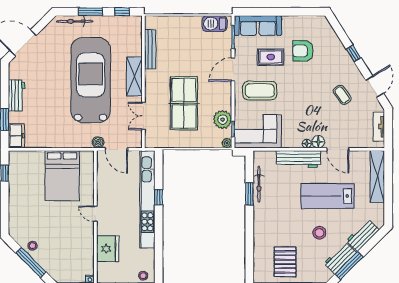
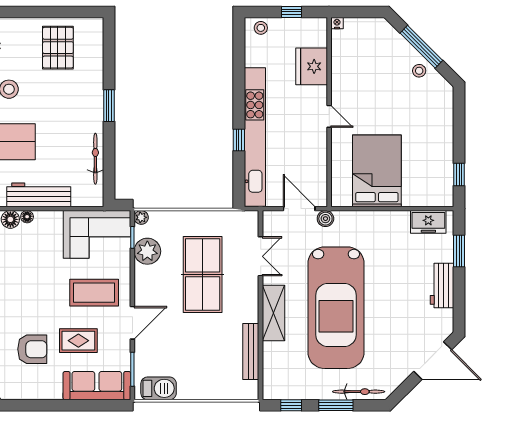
freezer: (16, 136) -> (428, 222), moved, turned -90
window: (249, 194) -> (109, 106), moved

